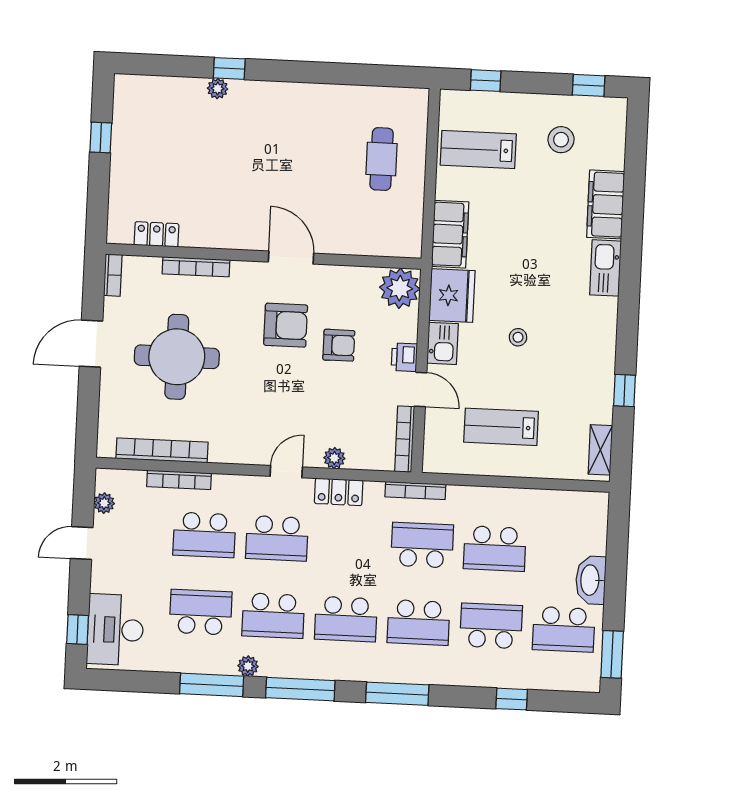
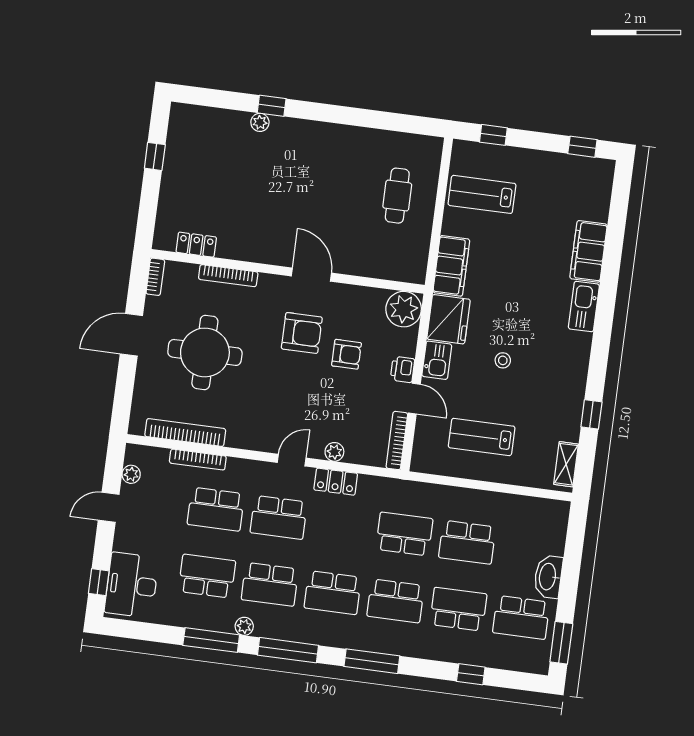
stool: (561, 140) -> (555, 192), removed
bookcase: (415, 491) -> (402, 486), removed

